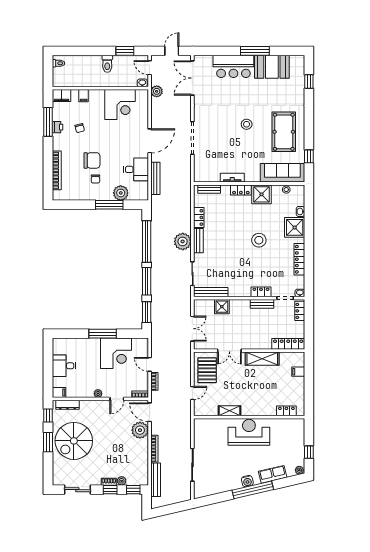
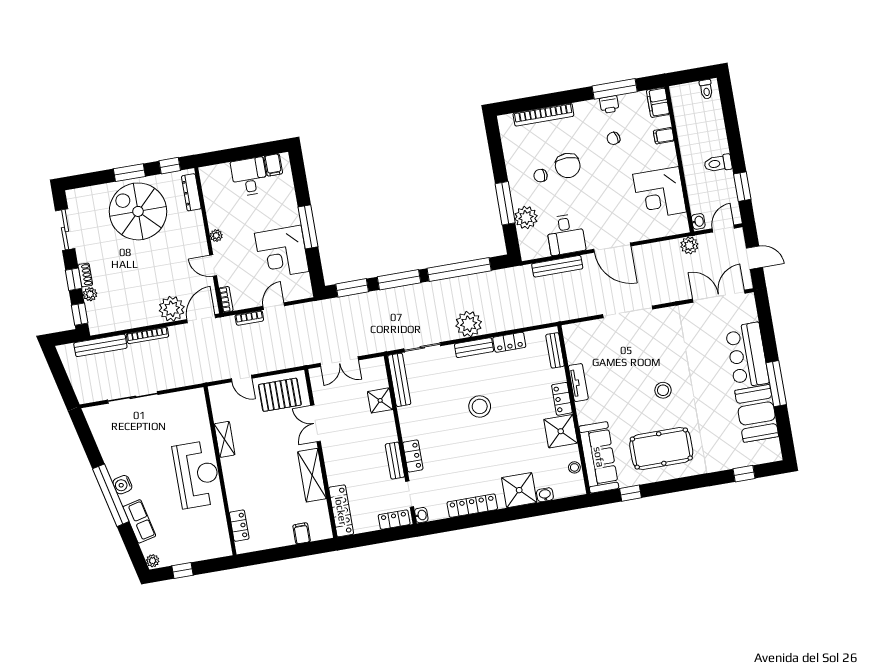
stool: (259, 240) -> (480, 406), moved
filing cabinet: (59, 393) -> (273, 165), moved

